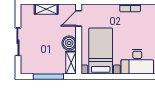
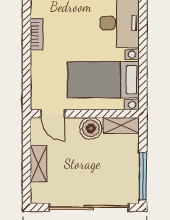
sliding door: (18, 42) -> (89, 207), width x1.86
window: (48, 77) -> (143, 176), moved

